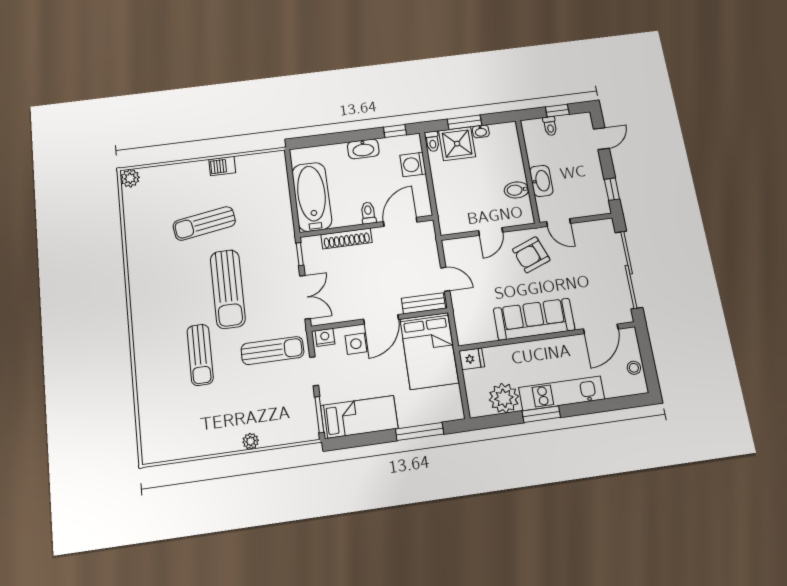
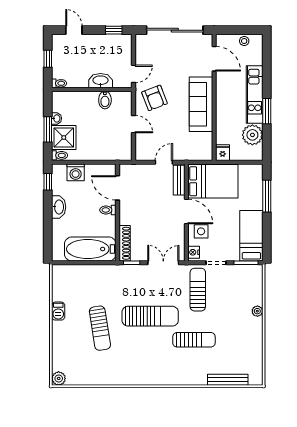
toilet: (550, 126) -> (59, 83), moved
shoe rack: (347, 238) -> (125, 243), moved
bench: (146, 412) -> (228, 380), added

